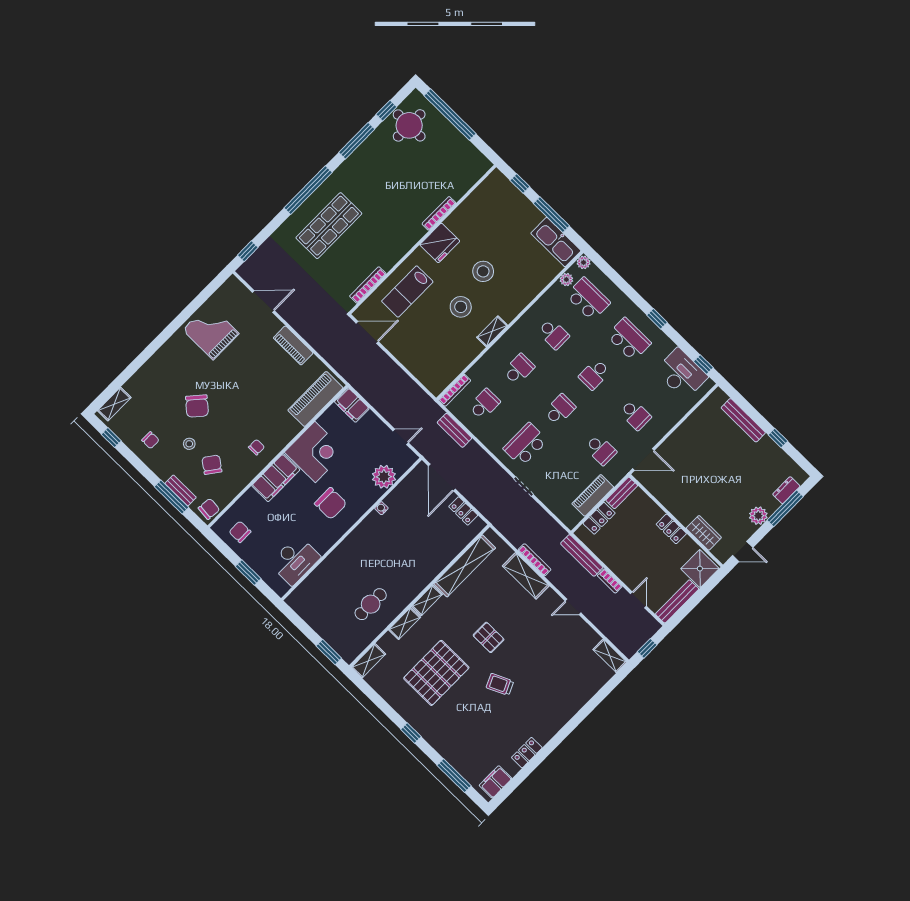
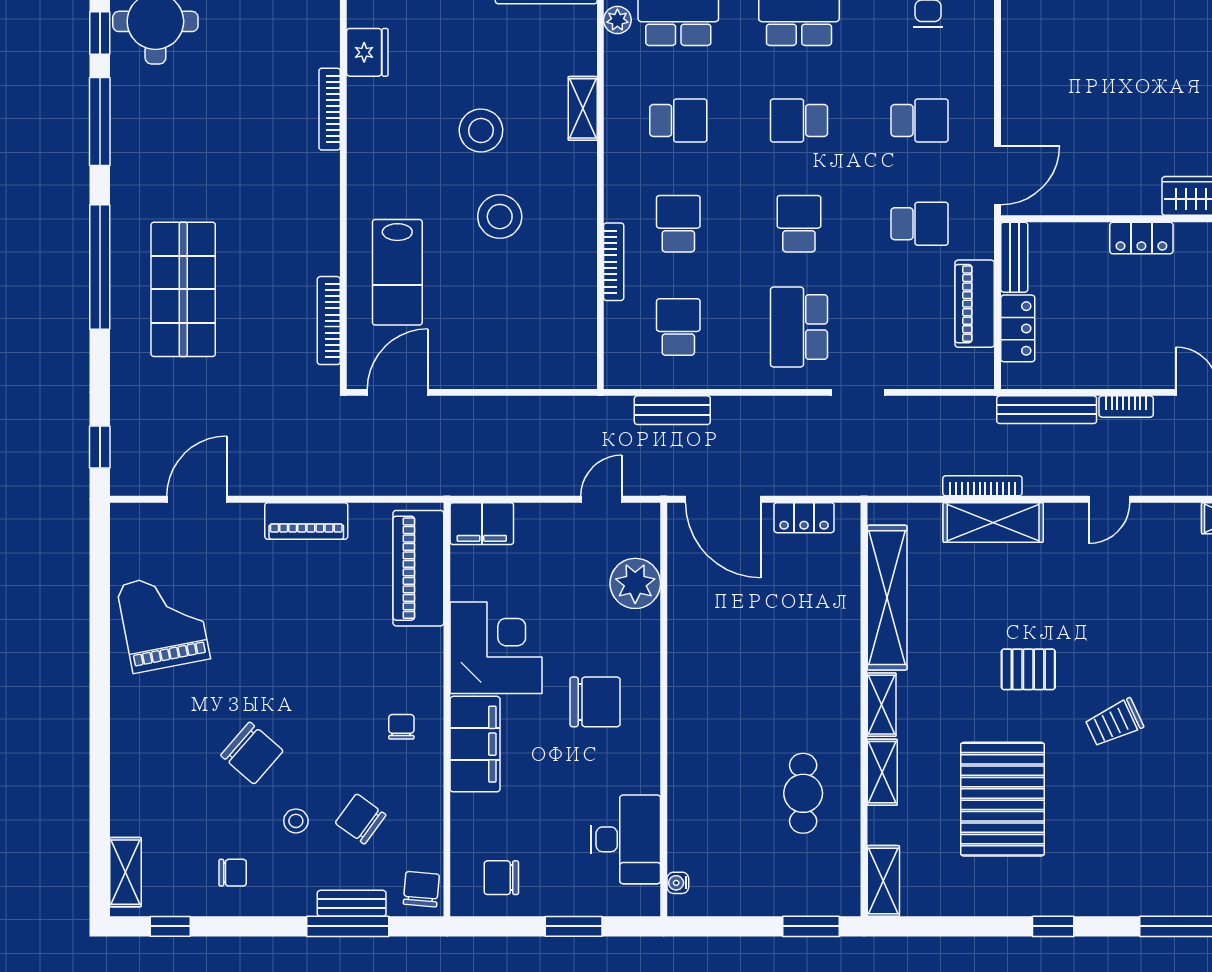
fridge: (440, 243) -> (367, 52), moved, width x0.73, depth x0.75
shelving: (492, 331) -> (583, 108), moved
grand piano: (211, 332) -> (163, 622), turned 79
school desk: (594, 374) -> (799, 120), turned 90
bookcase: (455, 390) -> (614, 262), moved
water cooler: (381, 508) -> (678, 883), moved

